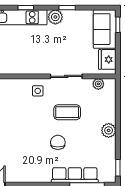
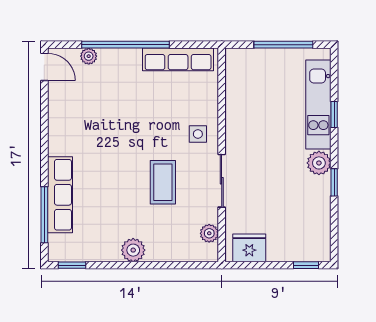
sofa: (105, 29) -> (299, 244), removed
chair: (58, 142) -> (114, 167), removed

